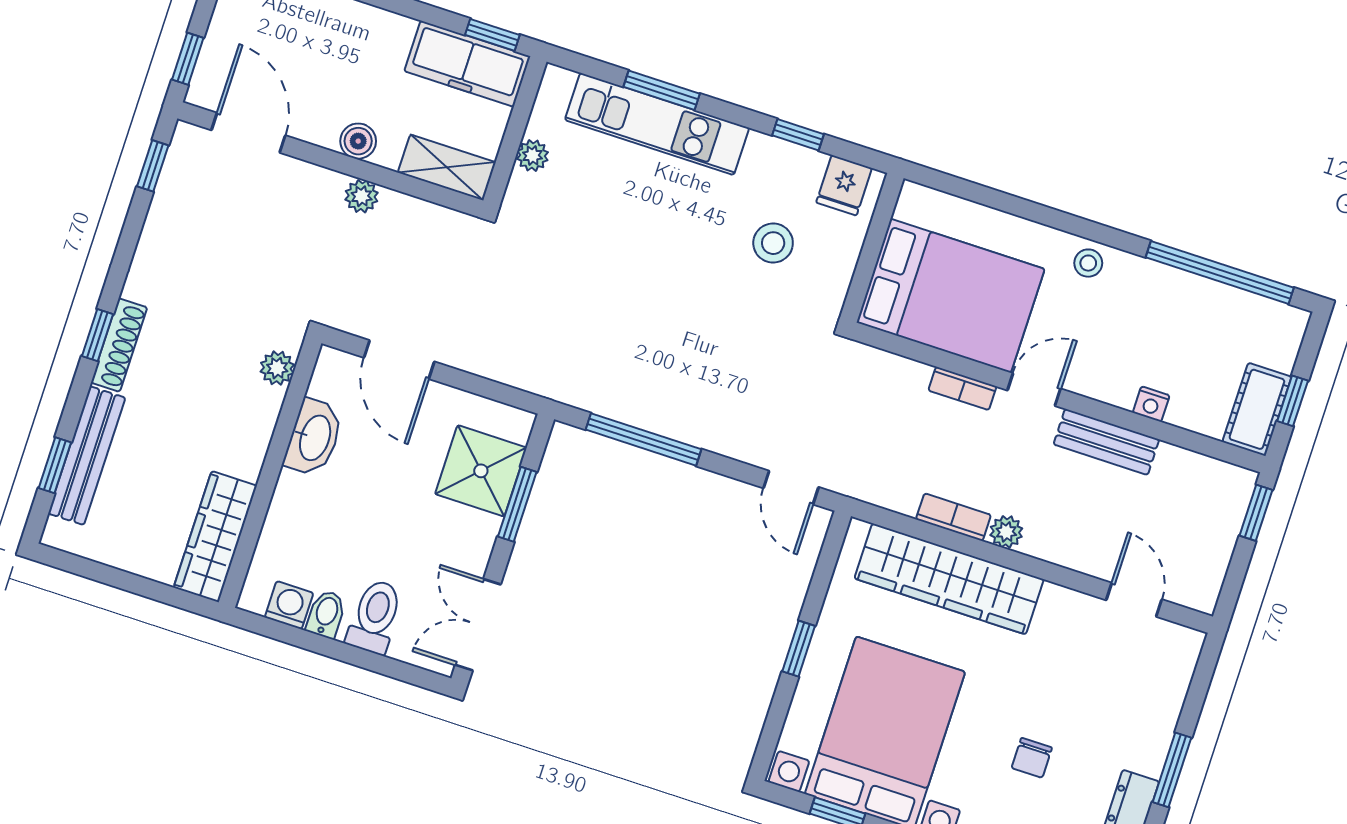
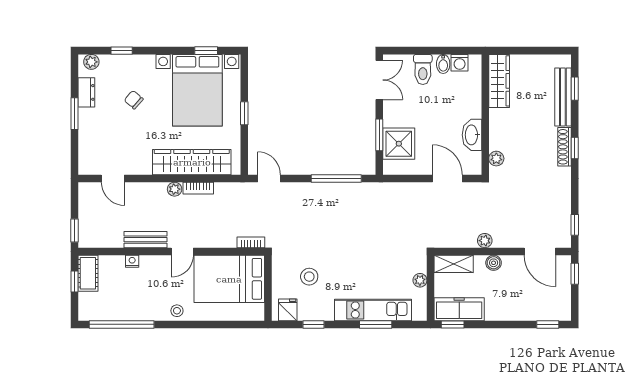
bookcase: (962, 388) -> (251, 242), moved
chair: (1032, 758) -> (134, 100), turned -49

